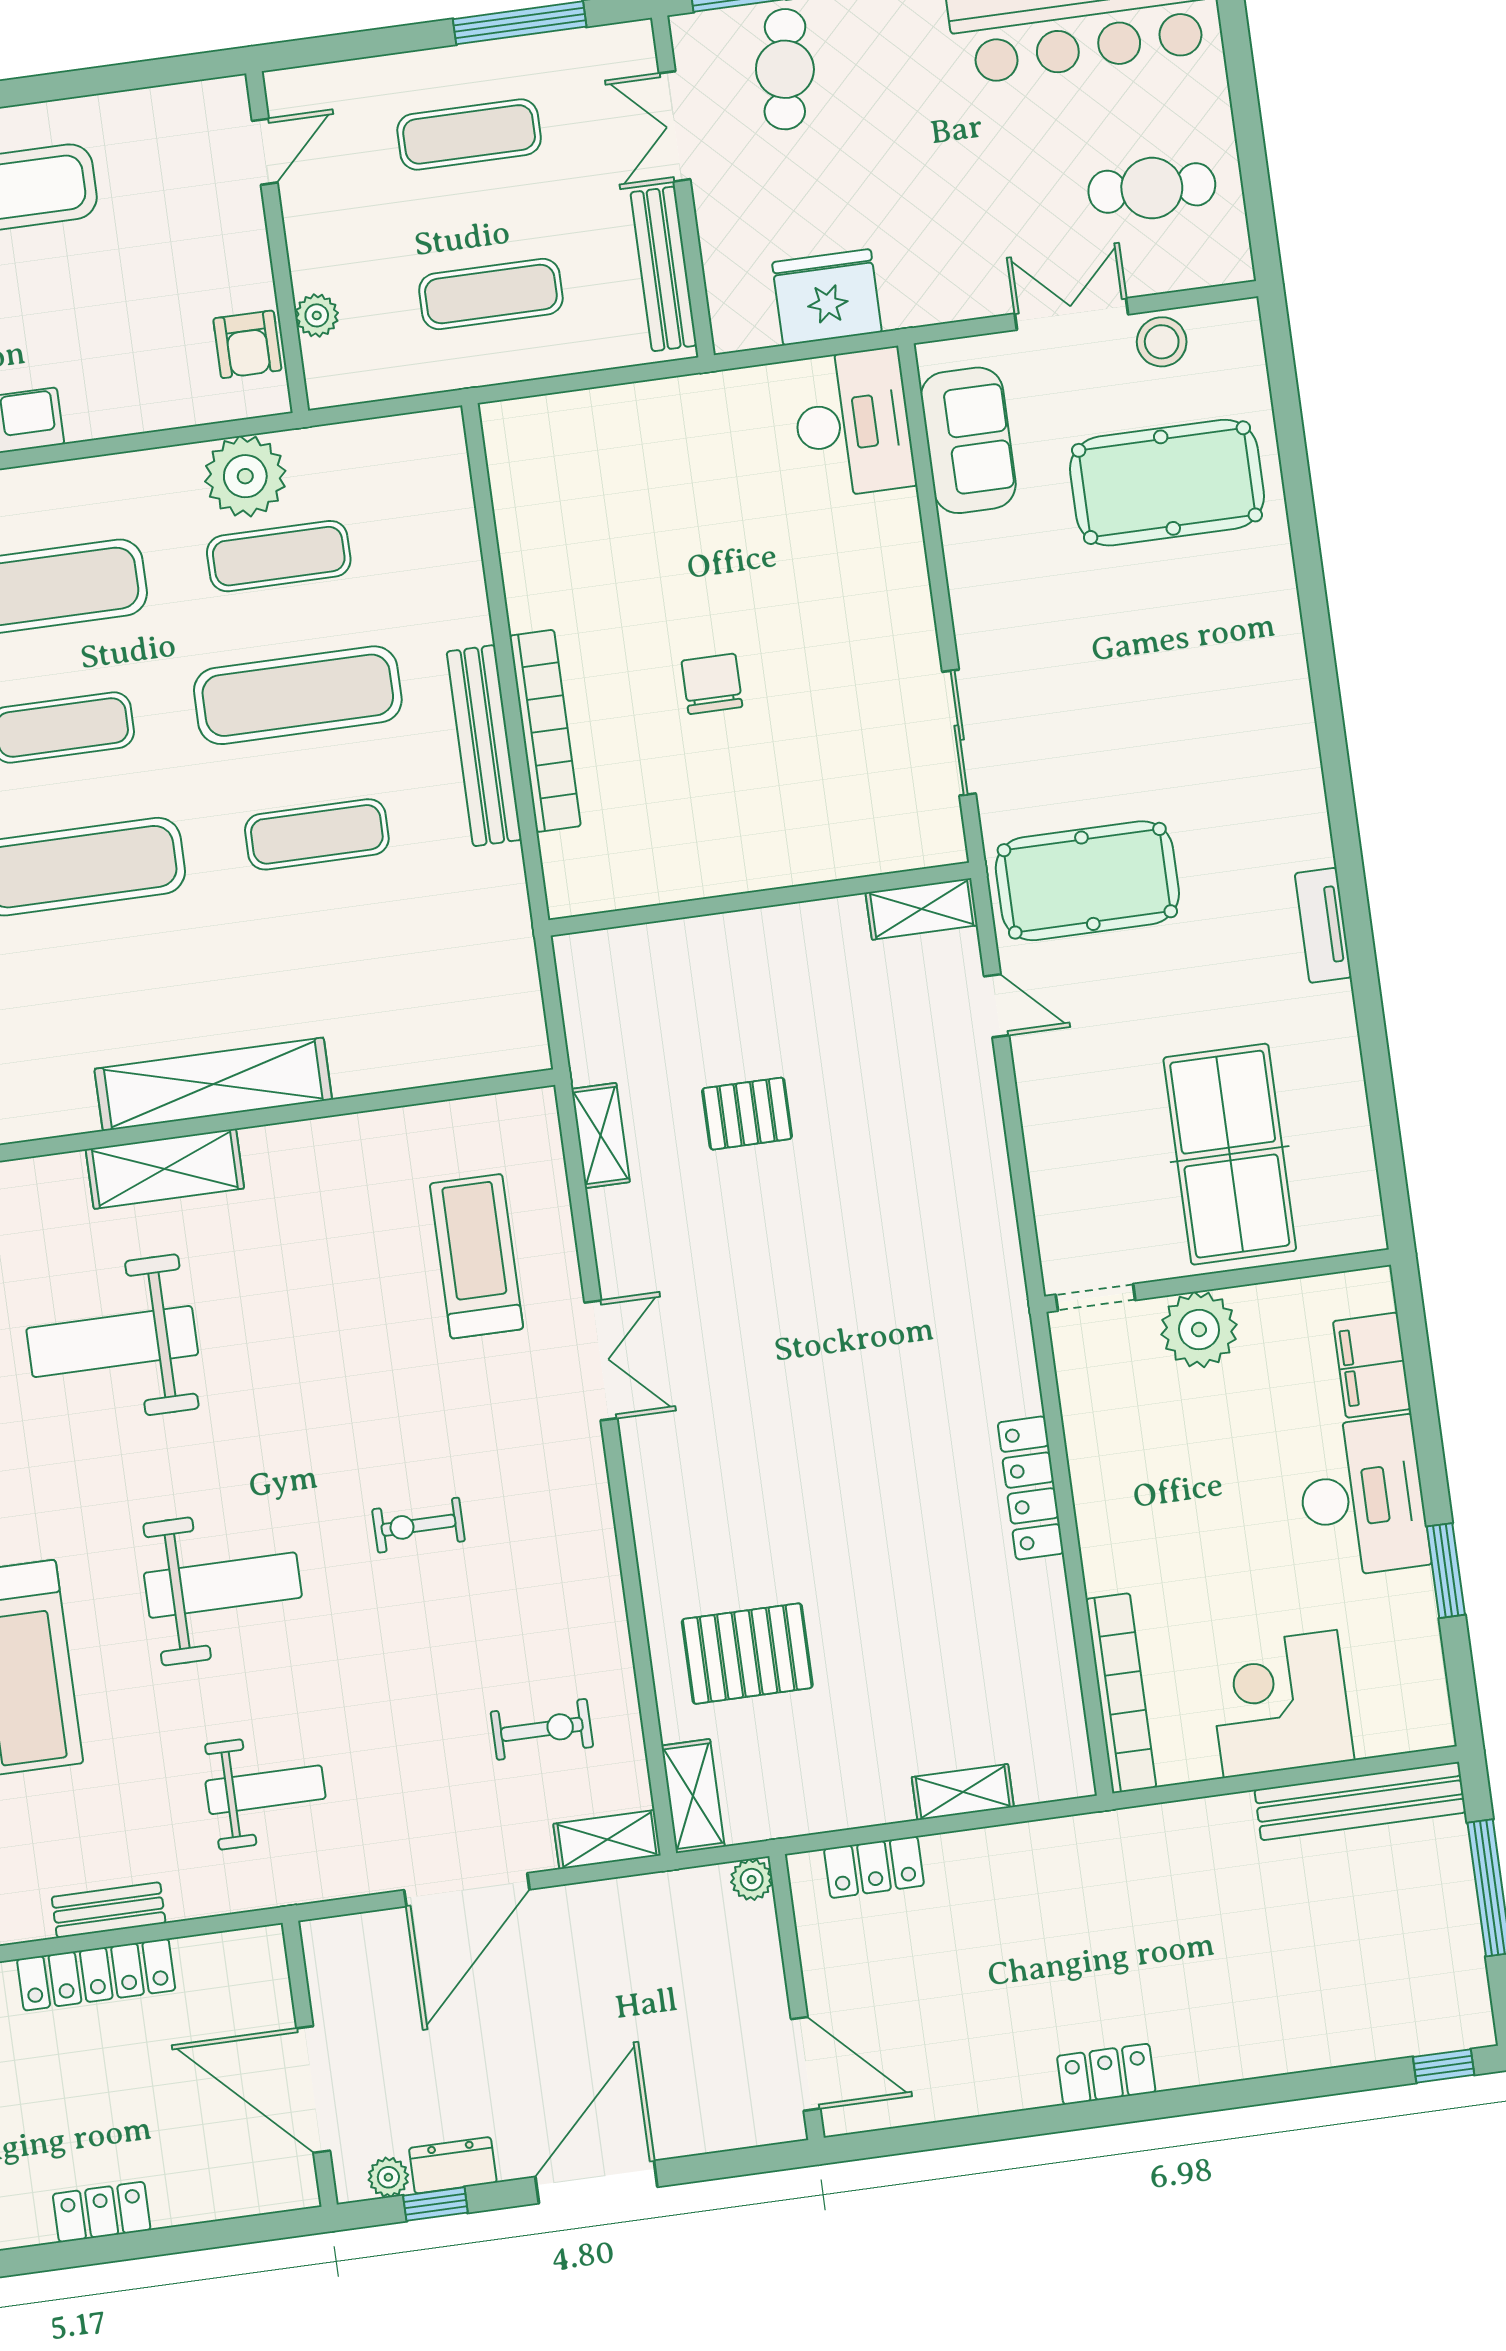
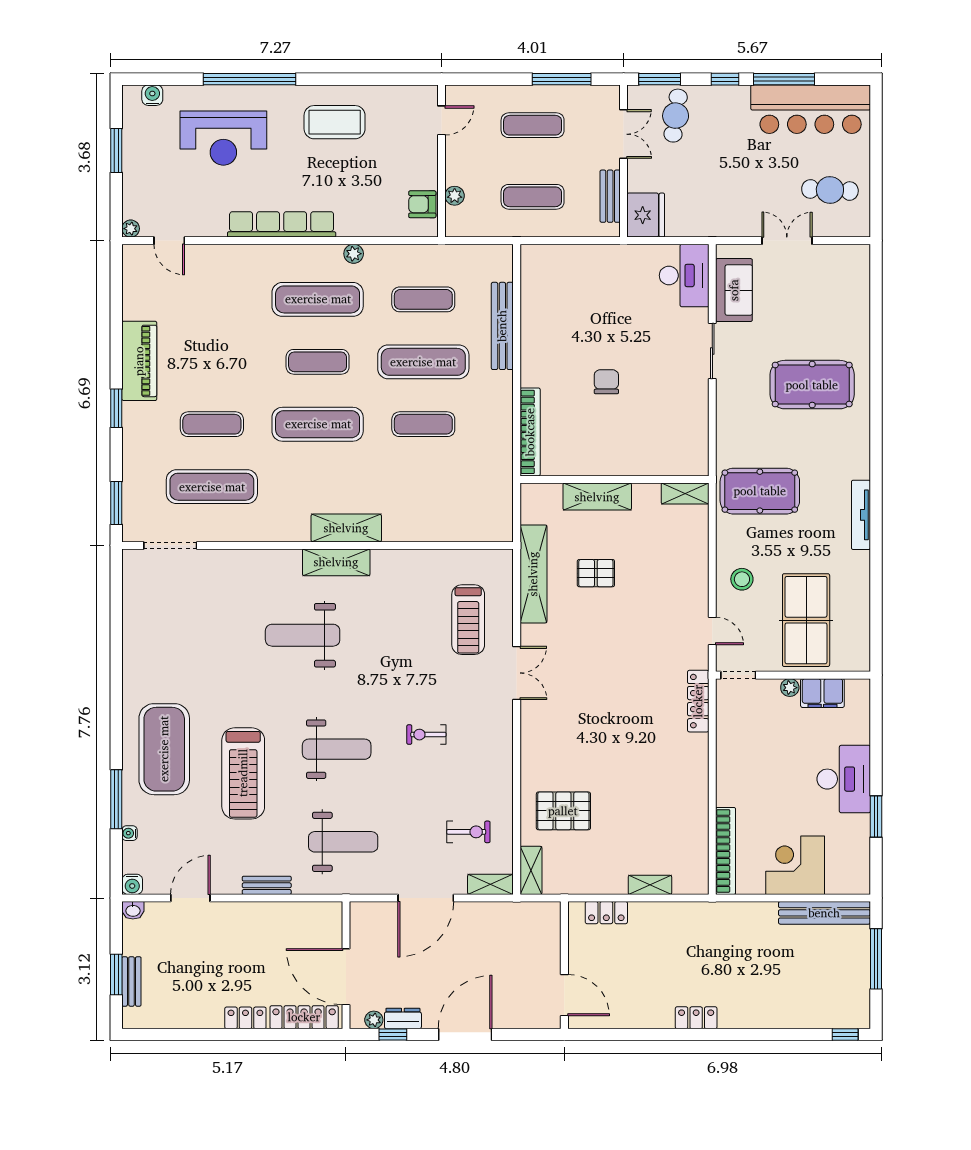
double door: (675, 126) -> (624, 134), swing flipped
bench: (664, 269) -> (610, 196), width x0.73
fridge: (827, 297) -> (646, 215), moved, turned 90
stool: (1162, 342) -> (742, 579), moved
armchair: (247, 344) -> (422, 204), turned 90
plant: (245, 476) -> (354, 254), moved, width x0.53, depth x0.53
pool table: (1167, 483) -> (812, 385), moved
bookcase: (545, 731) -> (530, 432), moved
sliding door: (959, 733) -> (712, 351), moved
bench: (484, 746) -> (502, 326), moved
tv unit: (1323, 925) -> (861, 515), width x1.41
shelving: (727, 942) -> (597, 497), added
door: (997, 1006) -> (712, 631), moved
shelving: (213, 1084) -> (346, 528), width x0.68
shelving: (601, 1136) -> (533, 574), width x2.20, depth x1.33
treadmill: (476, 1256) -> (468, 620), turned 180
plant: (1199, 1330) -> (790, 688), width x0.53, depth x0.53
filing cabinet: (1372, 1365) -> (822, 693), moved, turned -90
locker: (1031, 1488) -> (698, 701), moved
weight bench: (266, 1790) -> (343, 842), width x1.36, depth x1.33
plant: (752, 1880) -> (552, 911), removed
locker: (96, 1975) -> (304, 1017), moved, turned 180

